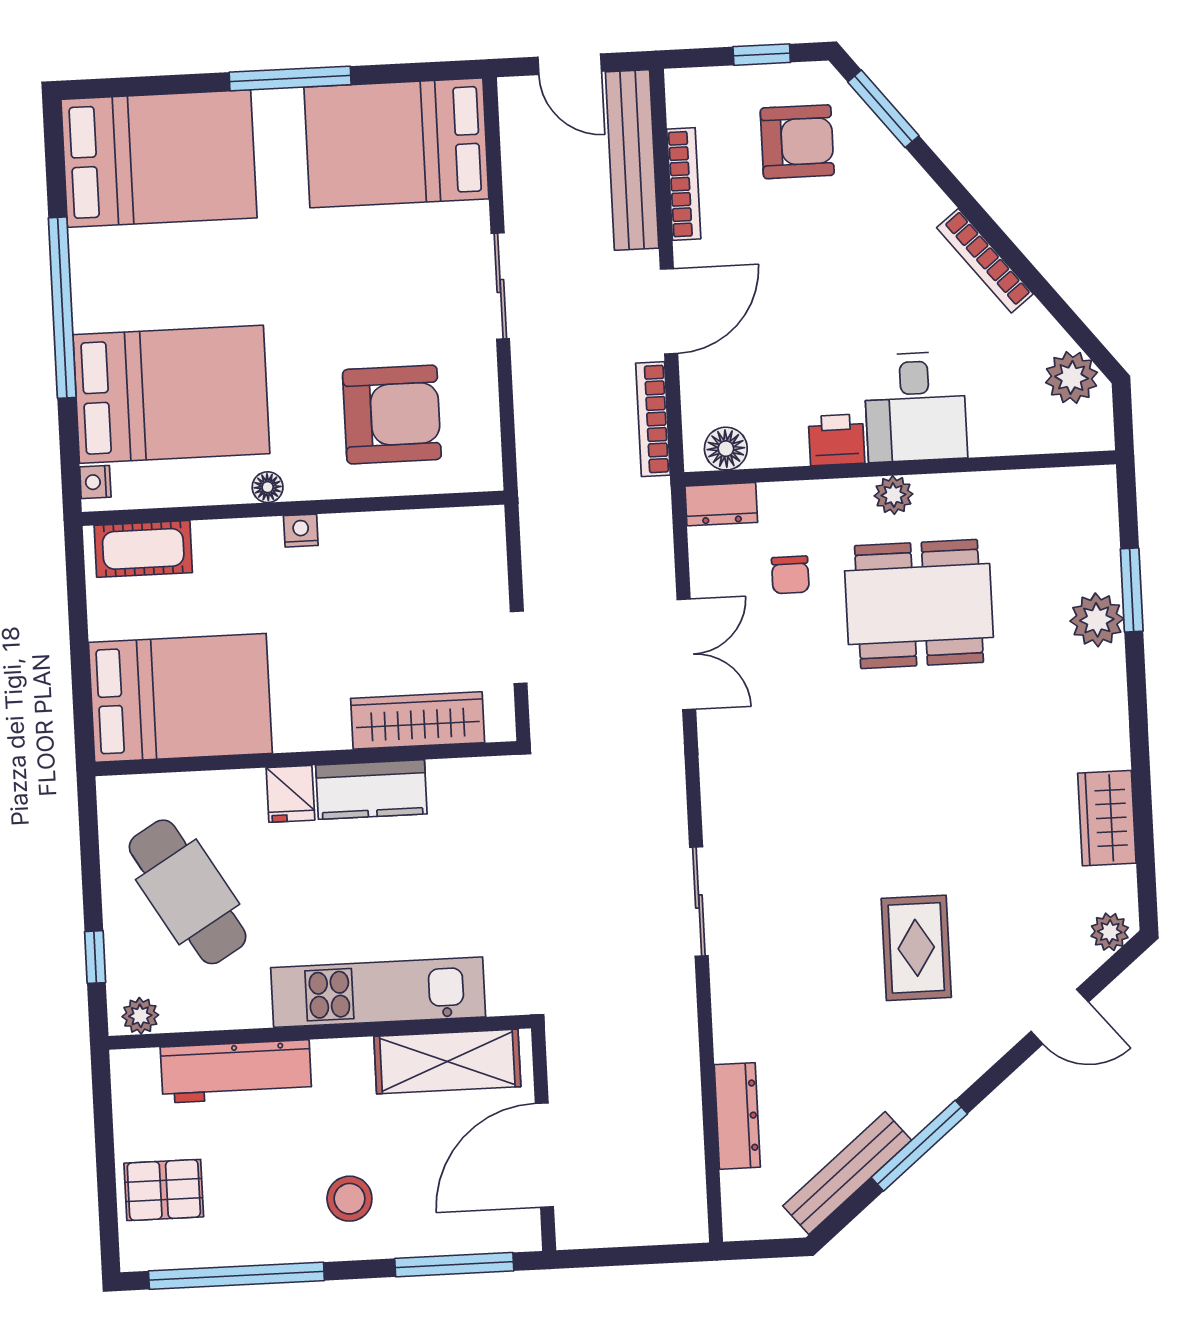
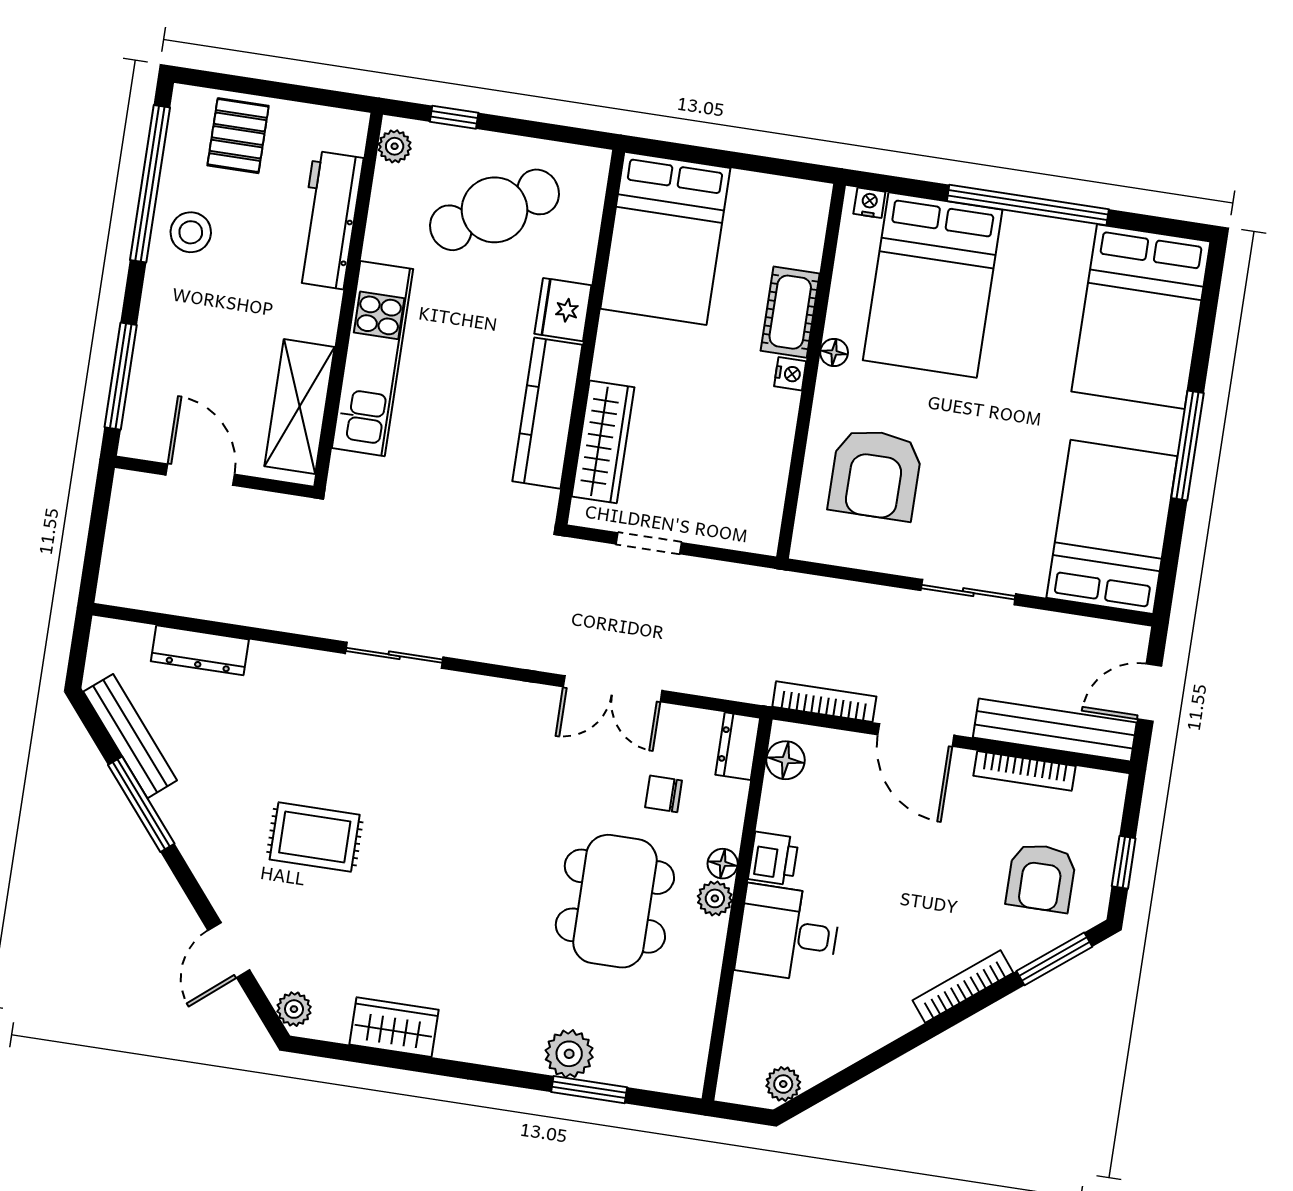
bookcase: (985, 261) -> (963, 986), moved
plant: (1072, 377) -> (783, 1084), width x0.73, depth x0.73
floor lamp: (854, 494) -> (723, 864), added
cot: (143, 549) -> (790, 312), moved
kitchen counter: (371, 790) -> (547, 413), width x1.50
fridge: (290, 794) -> (563, 310), width x1.38
door: (544, 1155) -> (200, 475), width x0.73
stool: (349, 1199) -> (191, 232), moved

